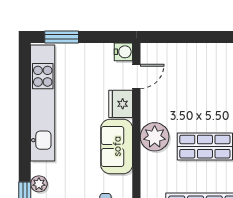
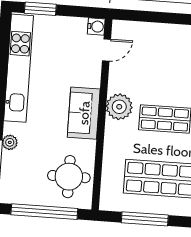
fridge: (121, 104) -> (90, 74), removed

